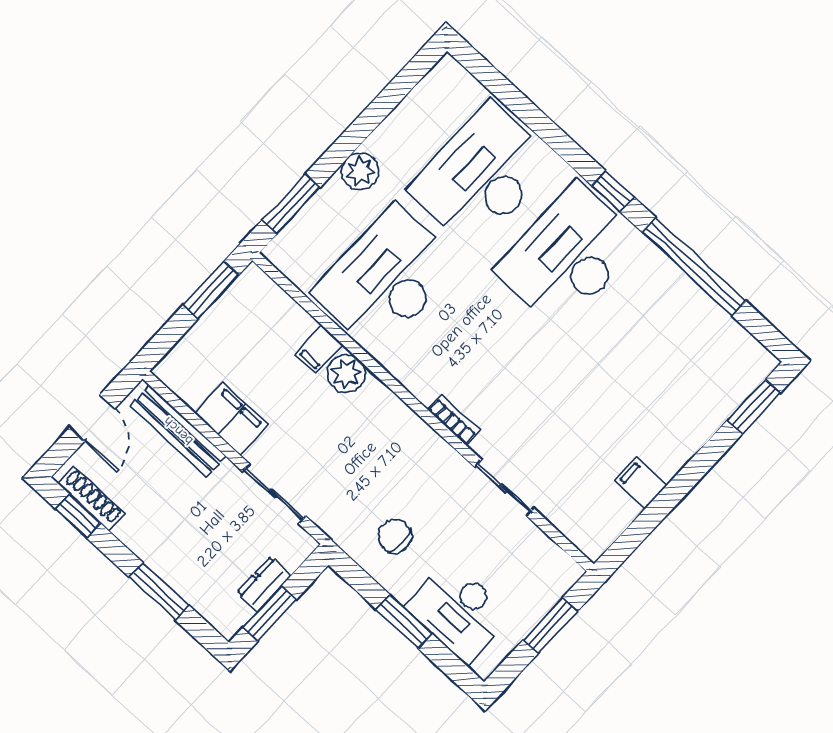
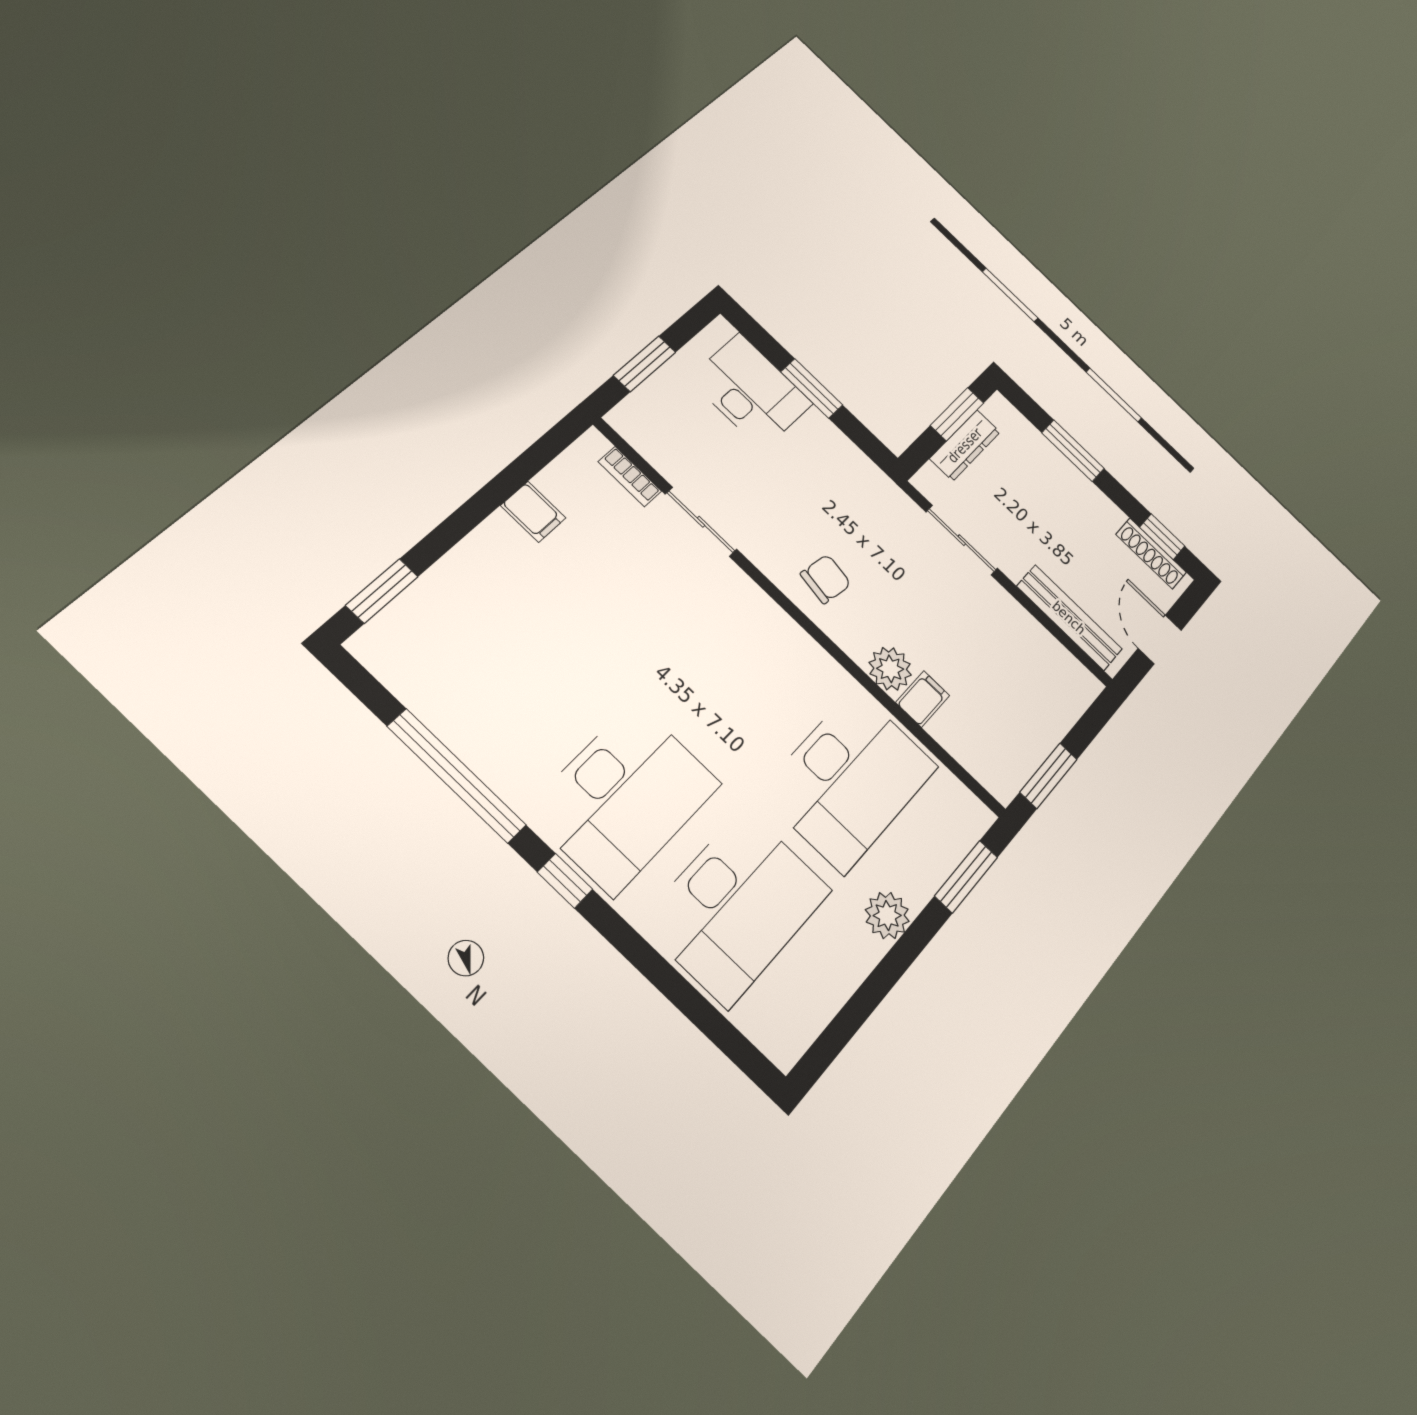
filing cabinet: (231, 419) -> (1014, 626), removed
bookcase: (454, 420) -> (630, 476), moved
chair: (395, 536) -> (826, 579), moved, turned -81
dresser: (264, 584) -> (965, 445), width x1.44

